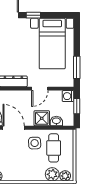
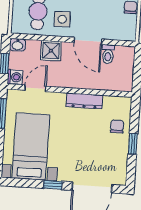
door: (40, 89) -> (35, 88), moved
washbasin: (56, 121) -> (18, 45), moved

